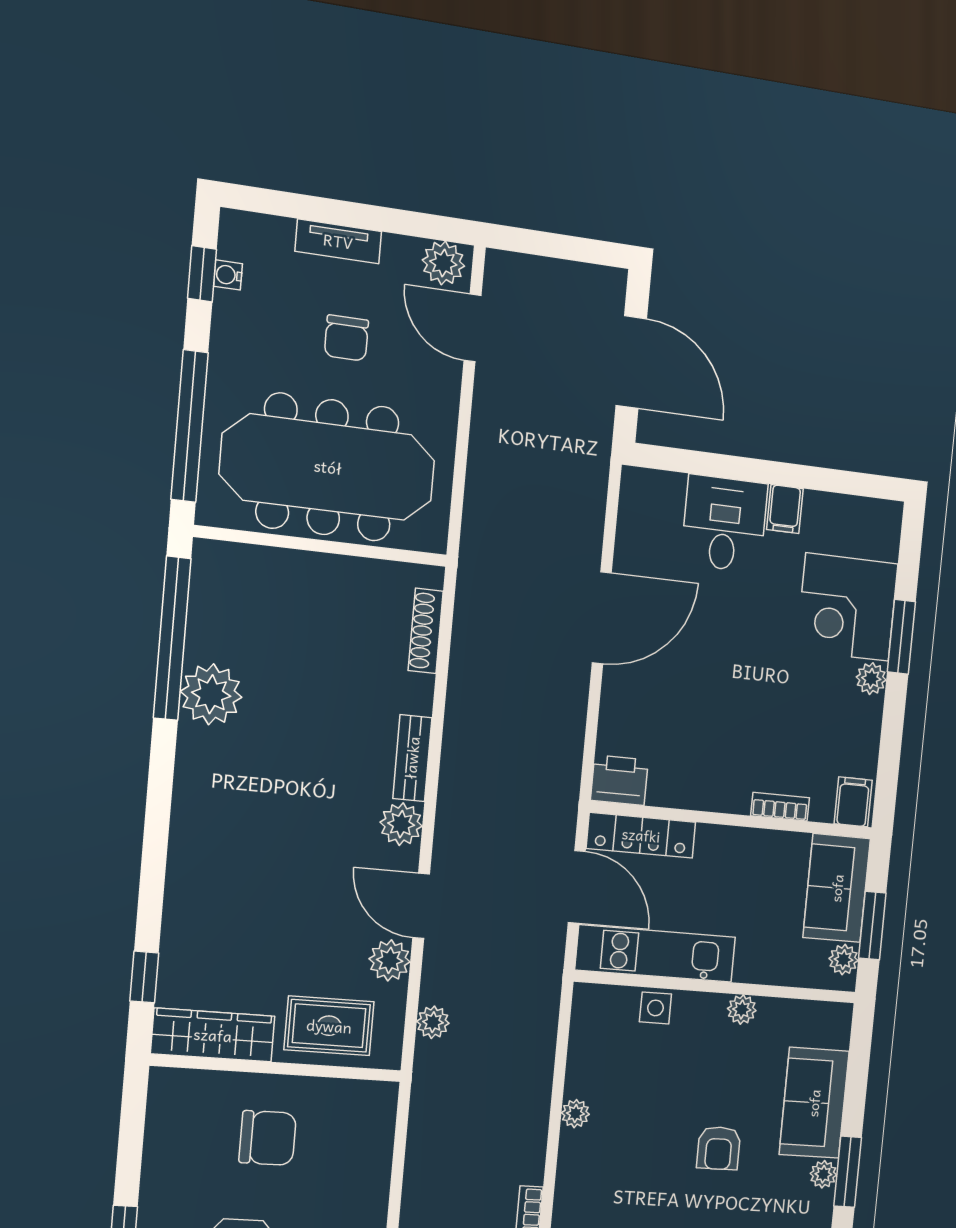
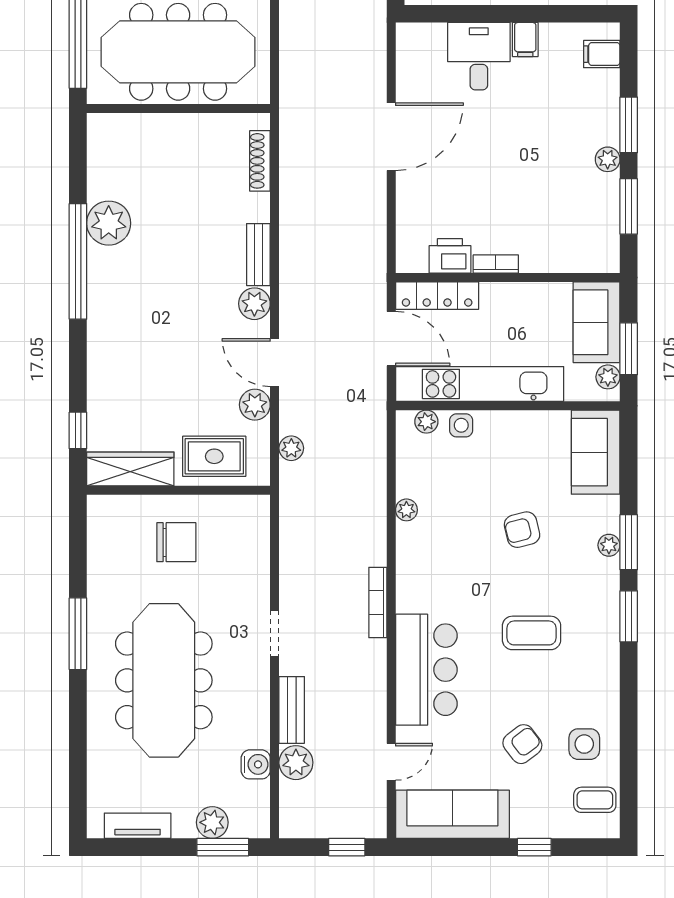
corner desk: (847, 607) -> (583, 107), removed
window: (172, 638) -> (78, 261), moved
window: (891, 742) -> (629, 206), added
printer: (619, 780) -> (450, 256), moved
filing cabinet: (853, 802) -> (602, 54), moved, turned -90
bookcase: (780, 807) -> (496, 264), moved
kitchen unit: (656, 954) -> (480, 384), width x1.36
plant: (742, 1010) -> (426, 422), moved
sofa: (814, 1103) -> (596, 452), moved
armchair: (719, 1148) -> (522, 530), turned 76

